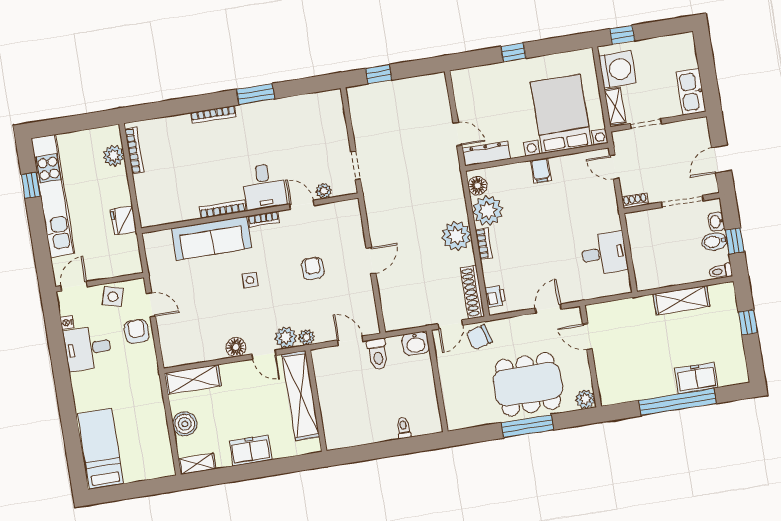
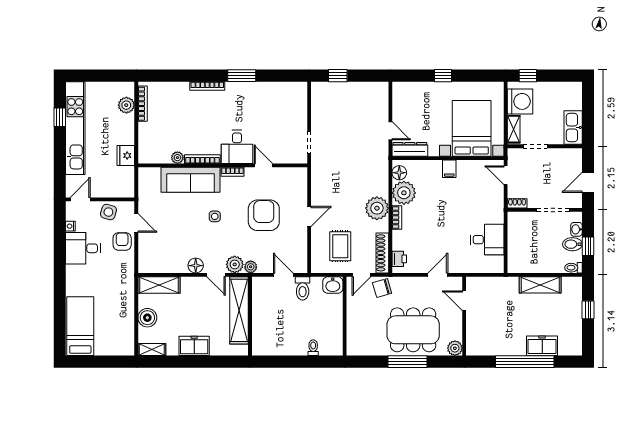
plant: (324, 191) -> (177, 158), moved
armchair: (313, 269) -> (264, 215), width x1.88, depth x1.88
rug: (417, 292) -> (340, 246), added

